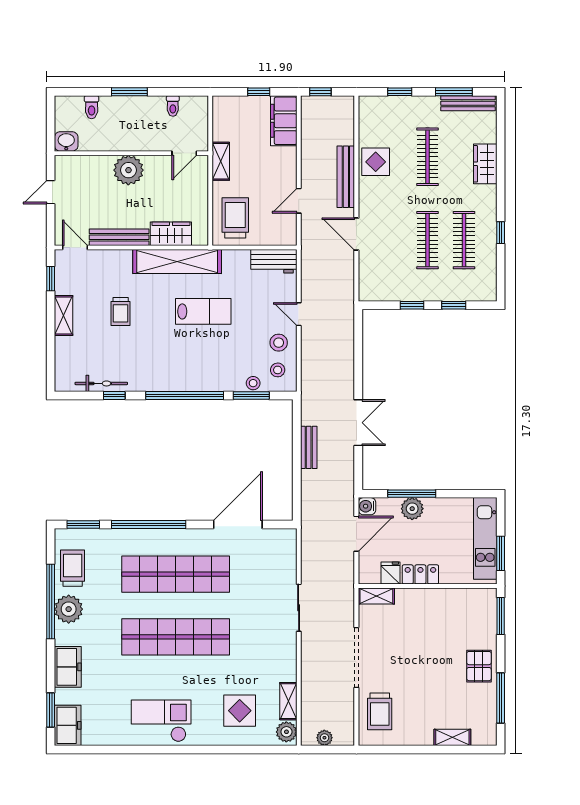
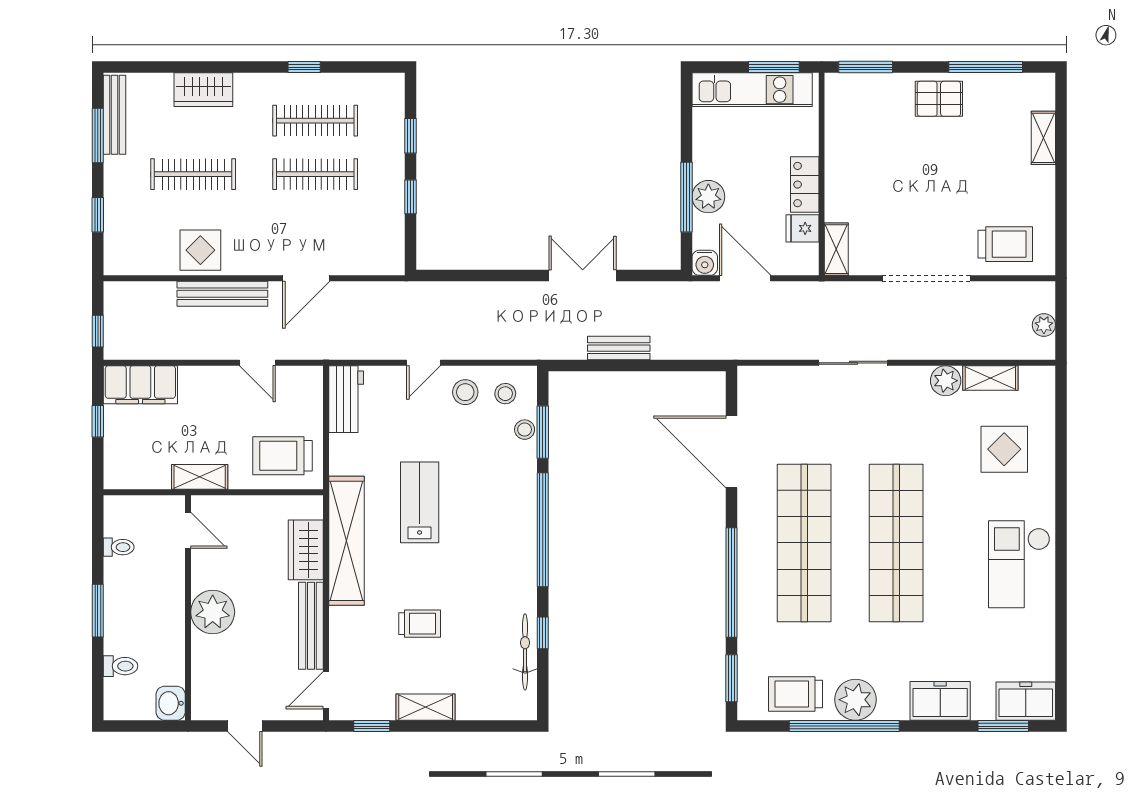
plant: (286, 732) -> (946, 381), moved

